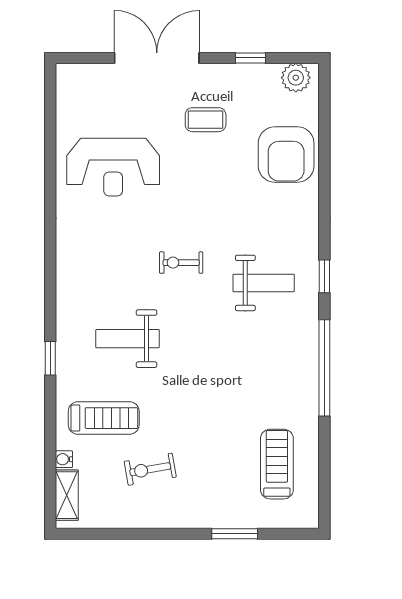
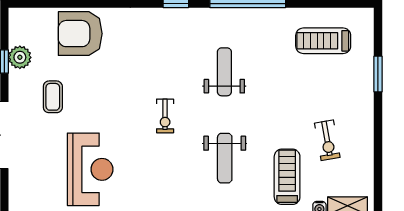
plant: (296, 78) -> (20, 57), moved
armchair: (286, 155) -> (80, 34), turned 180
weight bench: (264, 283) -> (224, 72), moved

